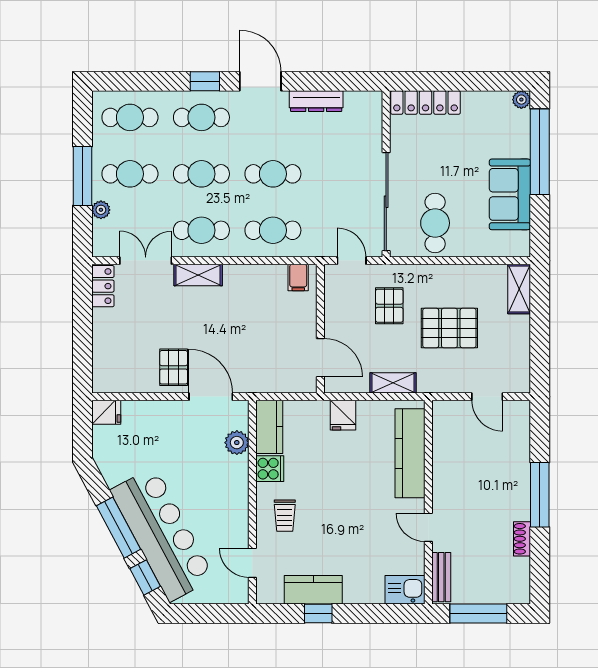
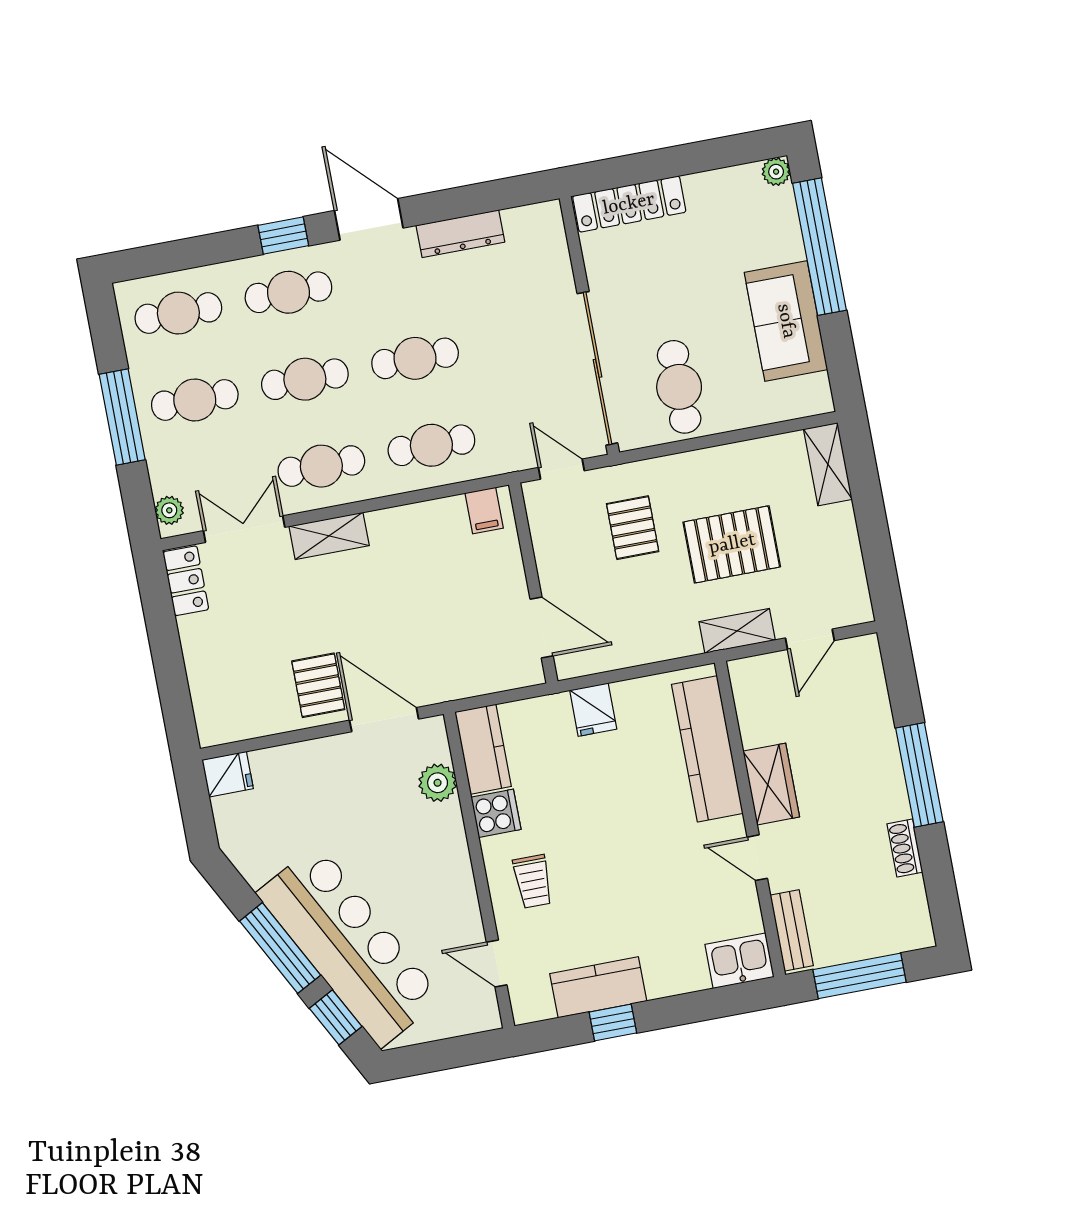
plant: (101, 210) -> (169, 510), moved
shelving: (393, 383) -> (737, 631), moved
door: (487, 397) -> (810, 639), hinge flipped
wardrobe: (446, 483) -> (771, 784), added

